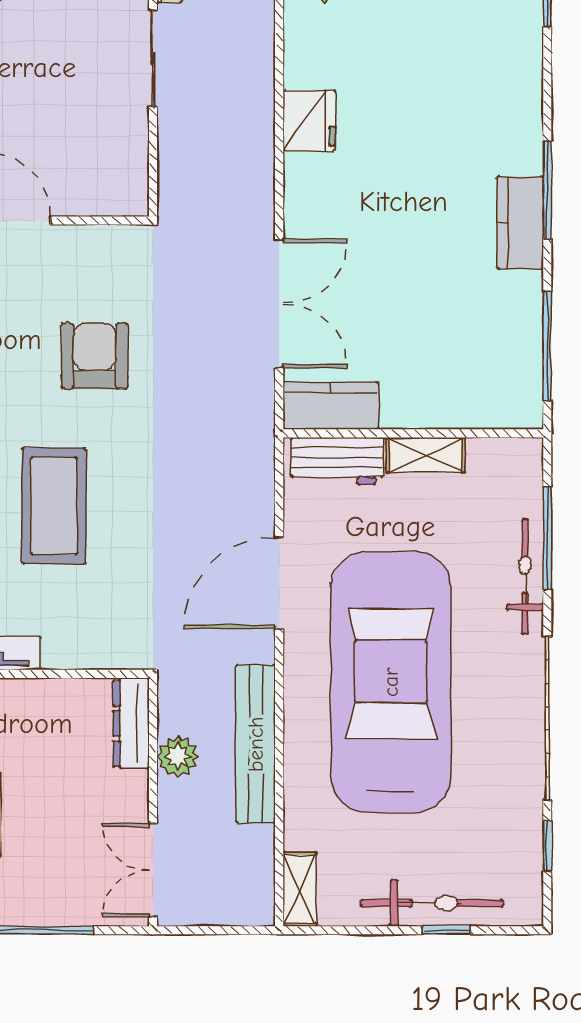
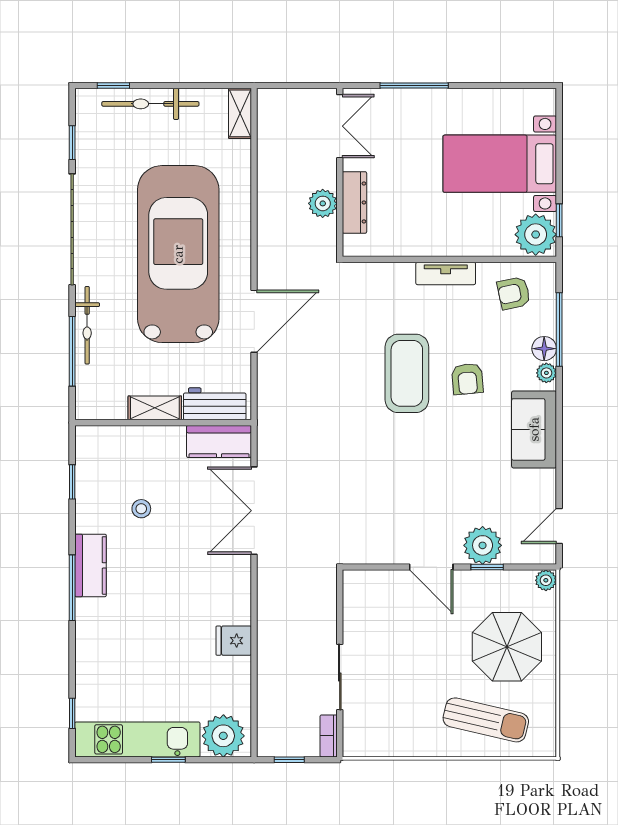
fridge: (309, 120) -> (234, 641), width x0.72
stool: (445, 306) -> (141, 509), added
window: (547, 346) -> (72, 482), width x0.46
armchair: (95, 356) -> (379, 475), removed
car: (391, 682) -> (178, 254), turned 180
dresser: (131, 723) -> (354, 202), moved
bench: (256, 744) -> (270, 212), removed
window: (446, 930) -> (113, 85), moved

